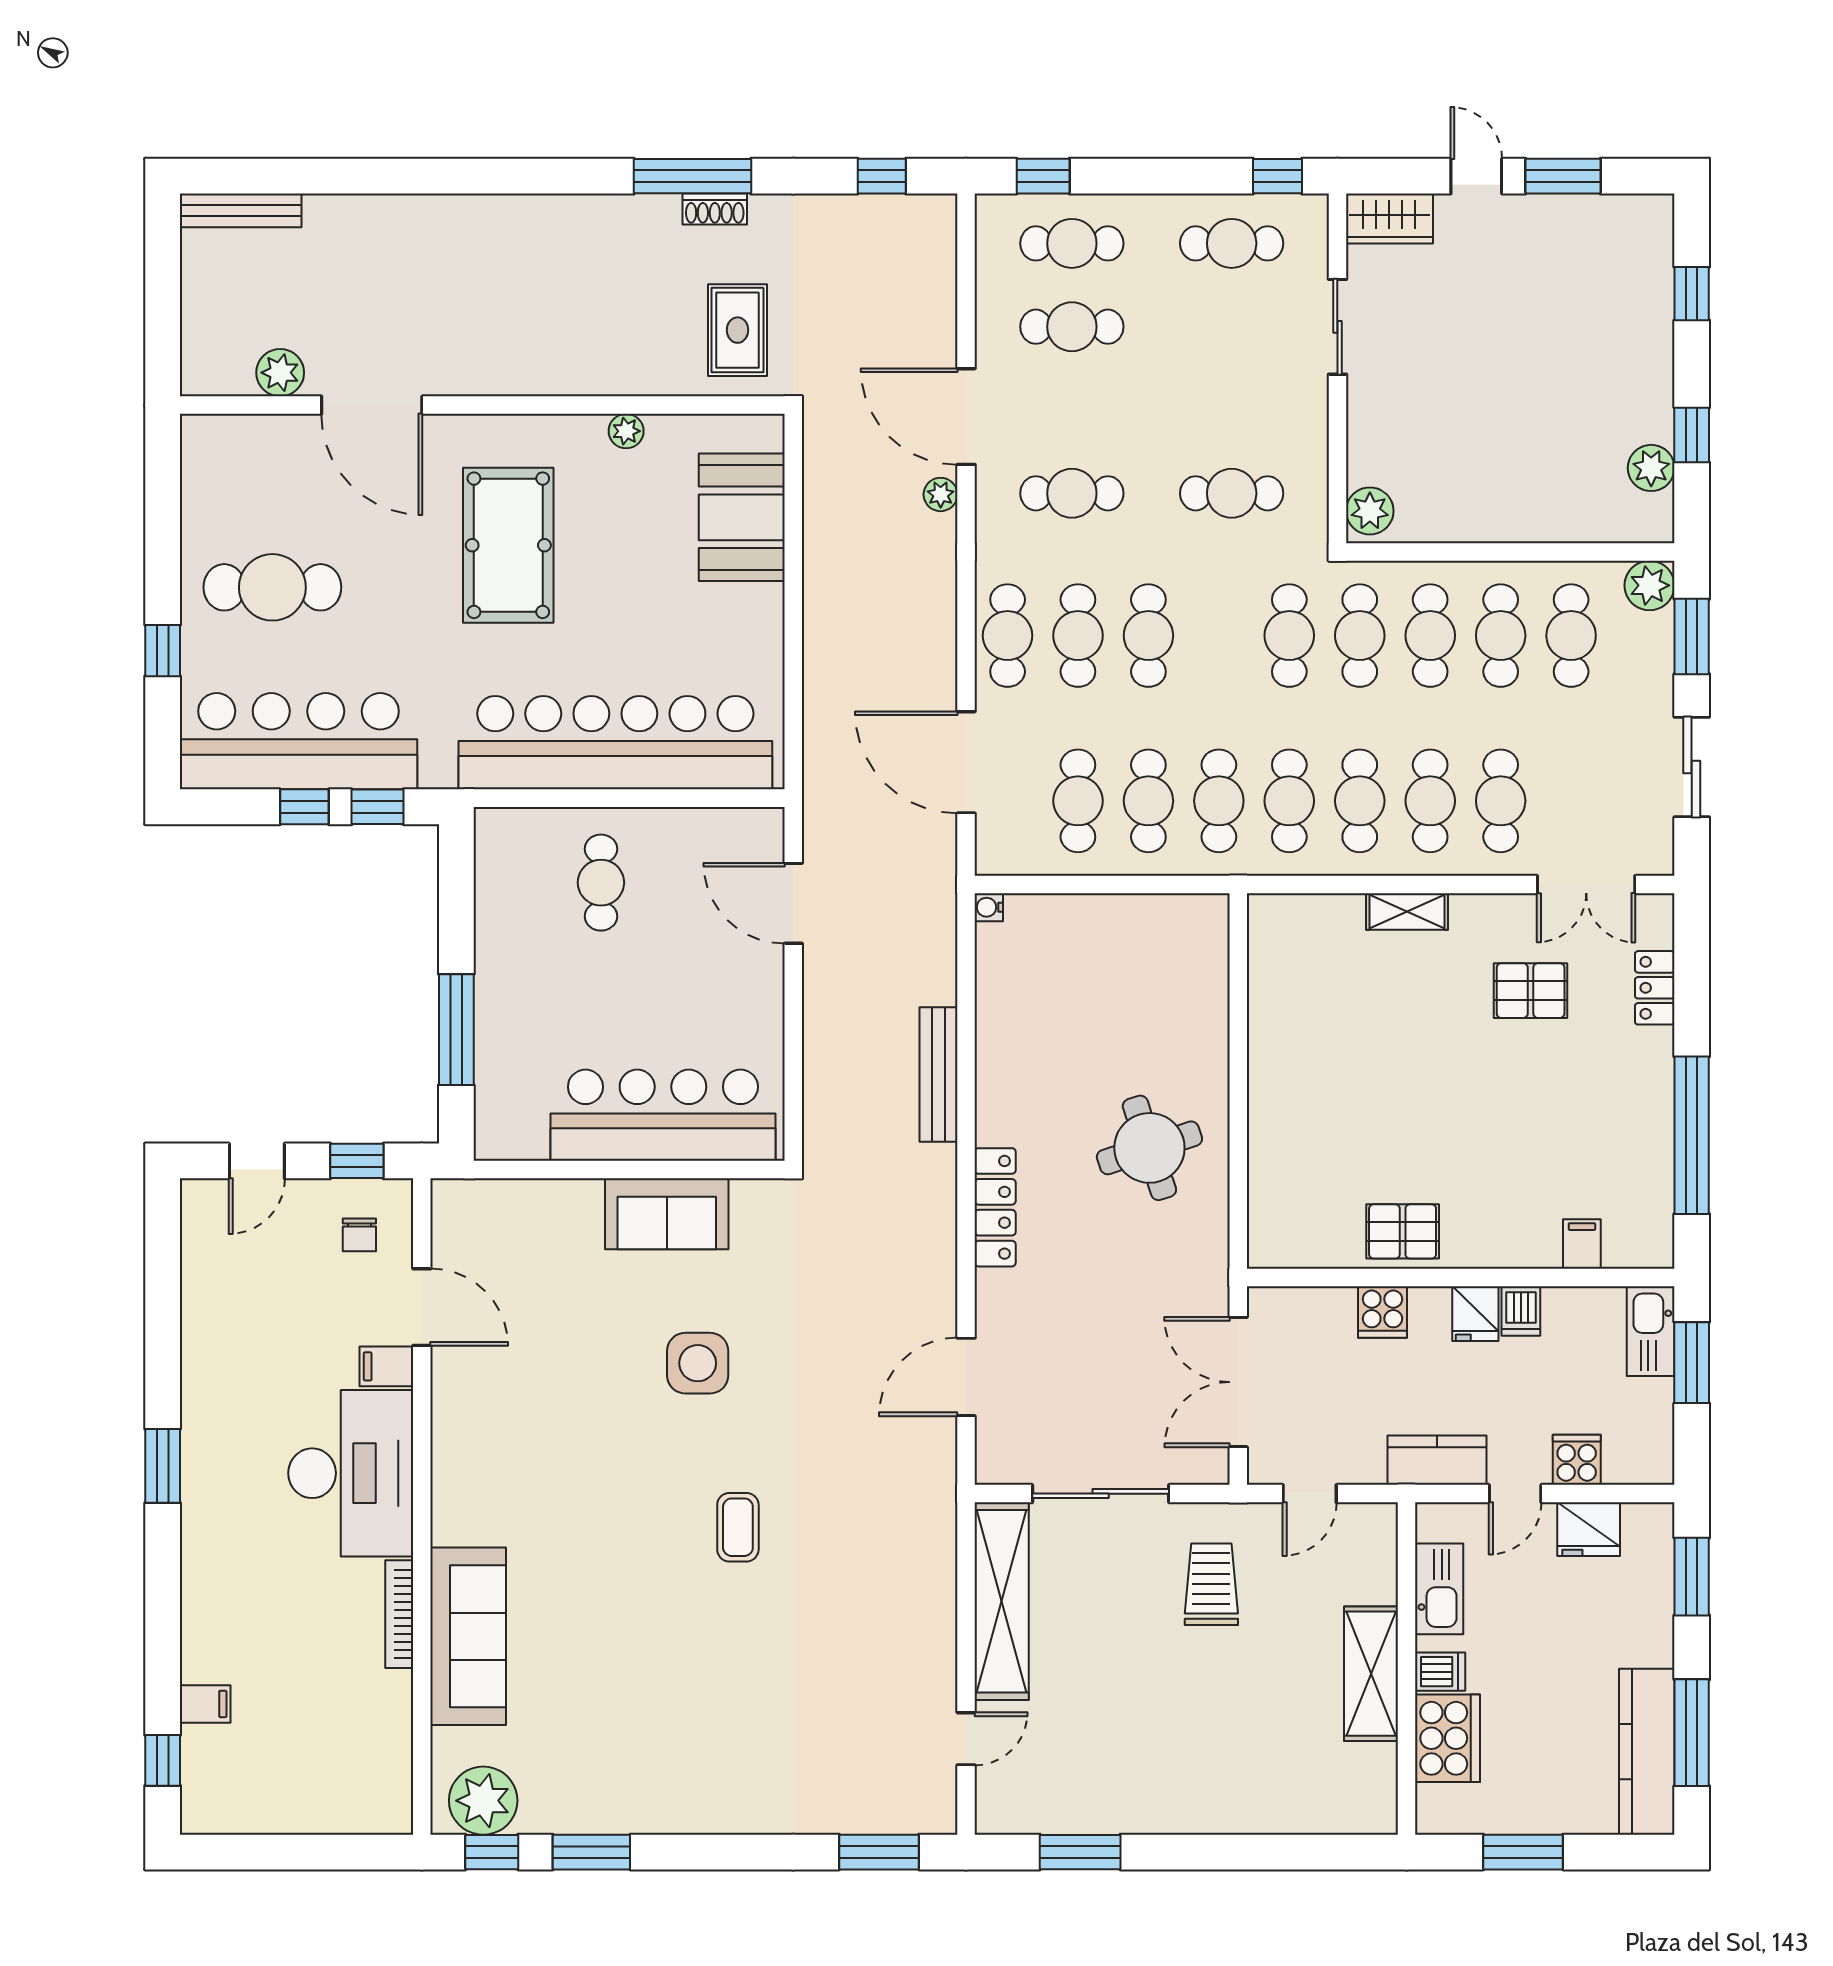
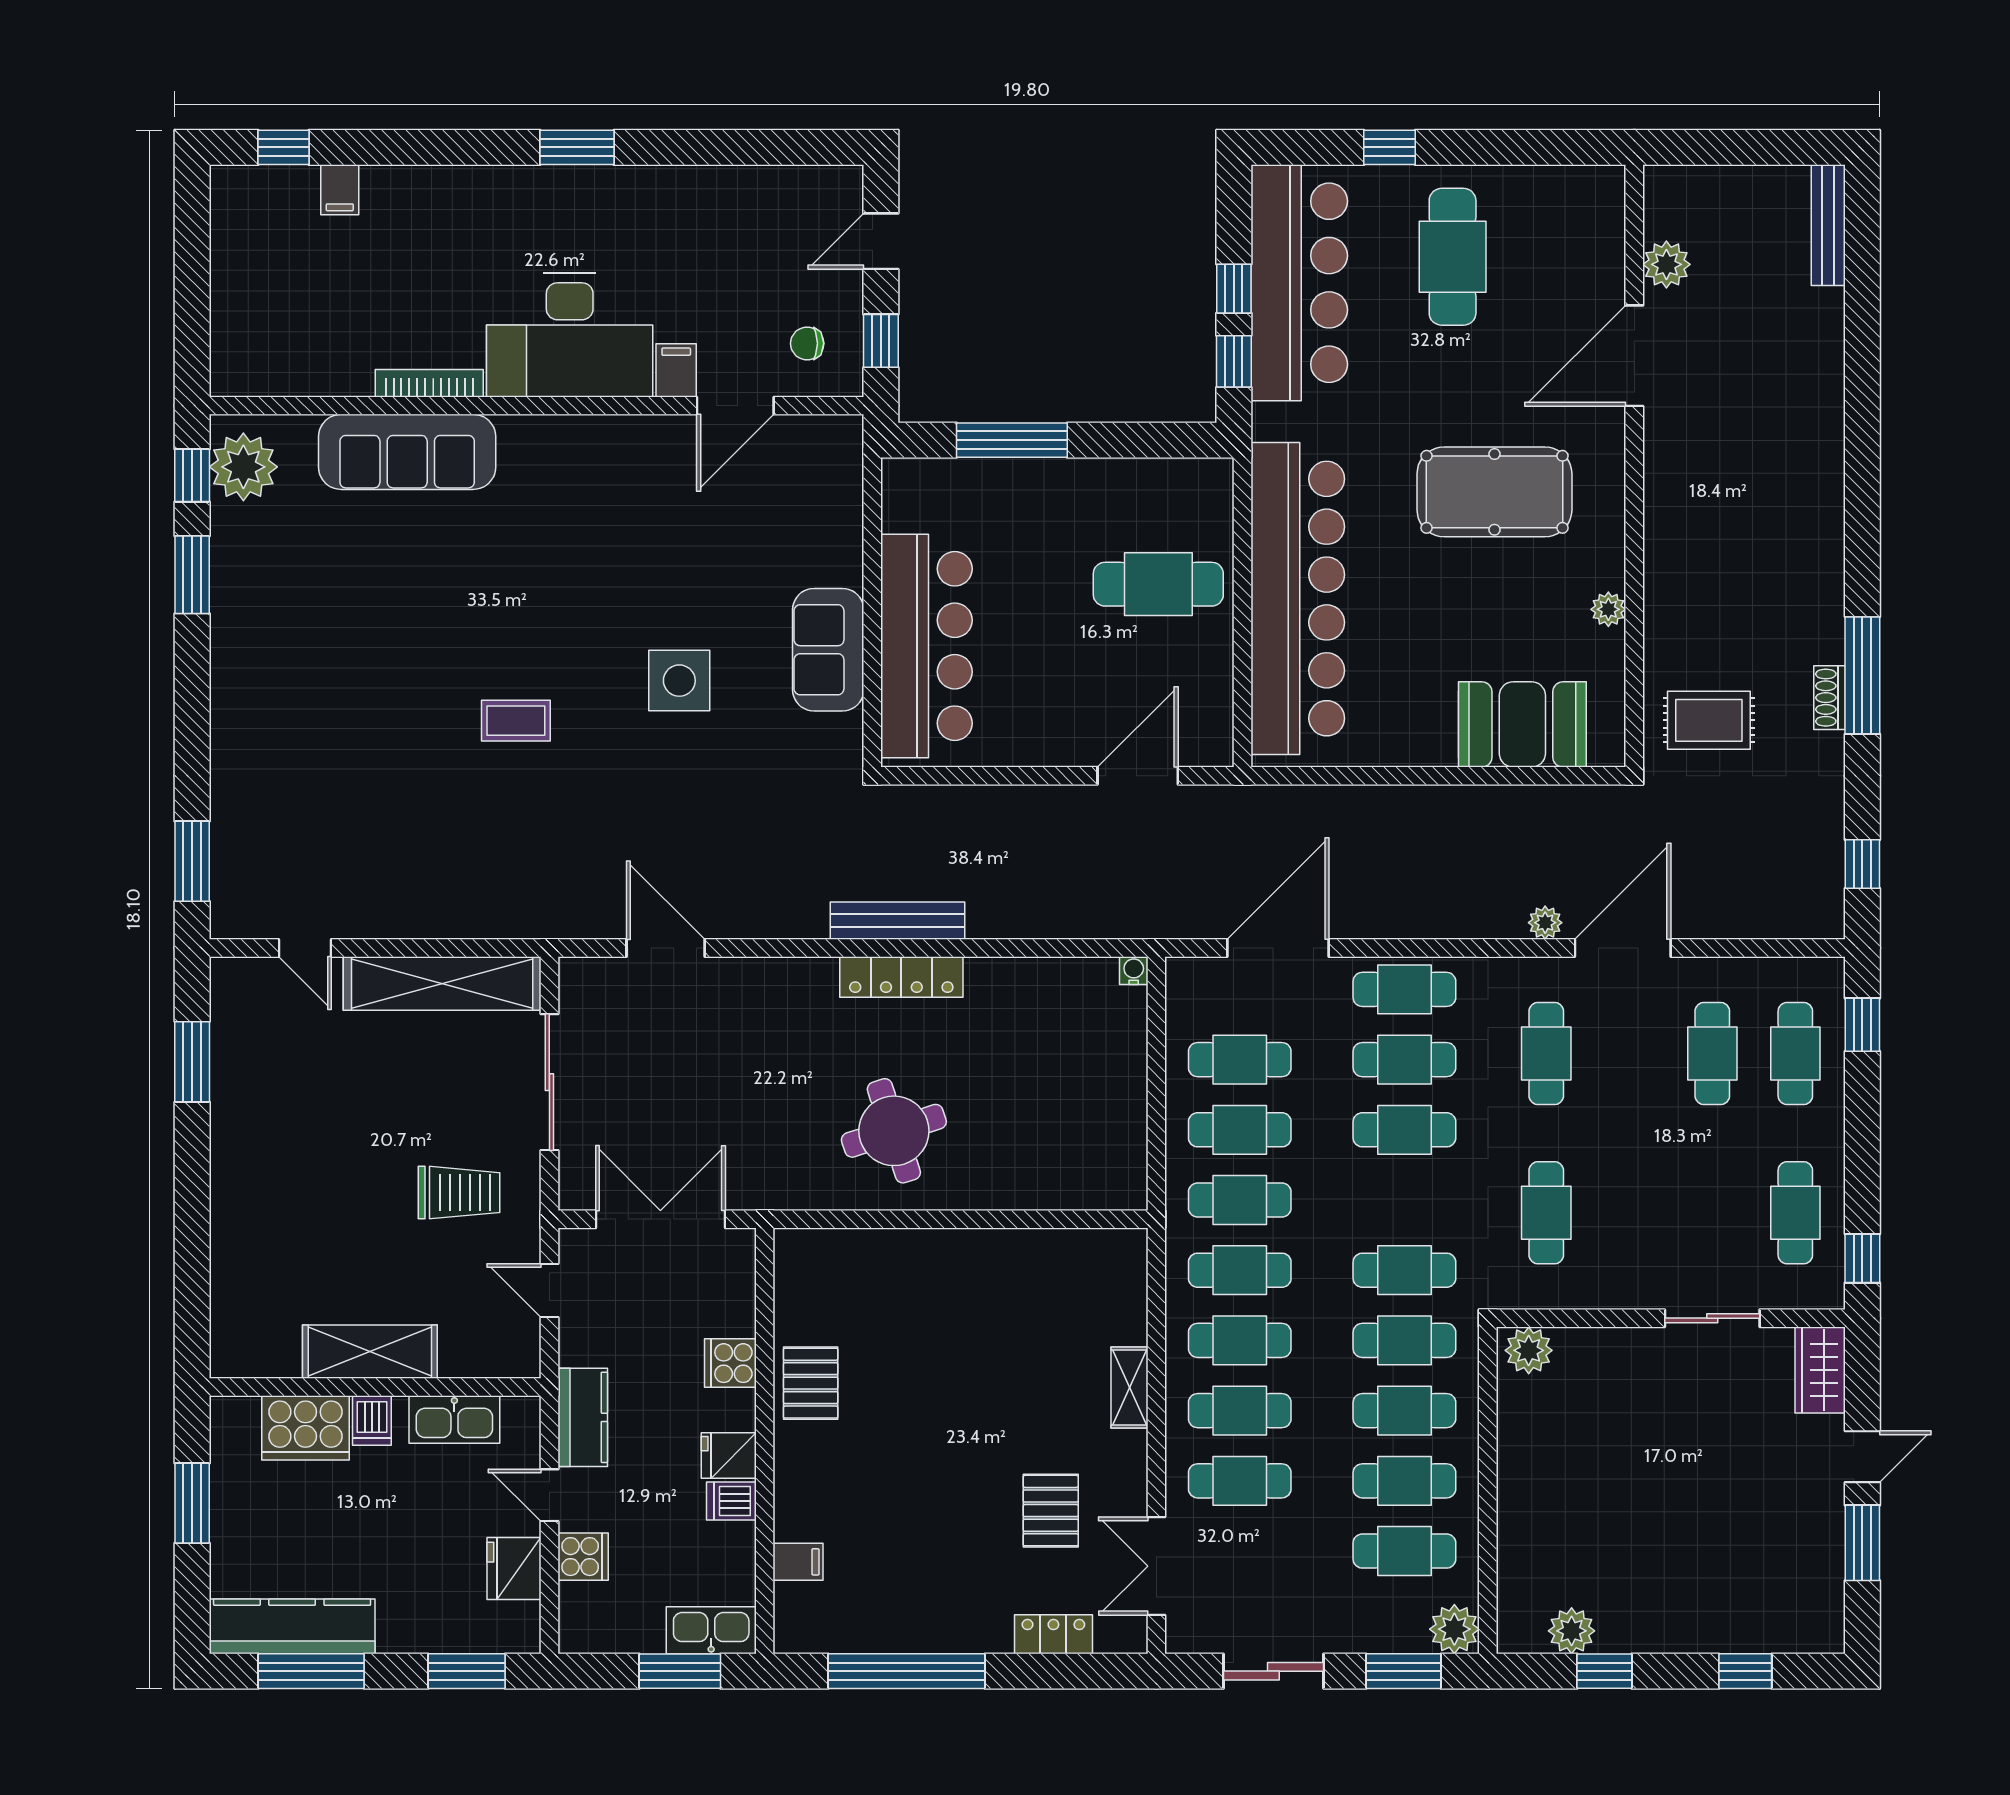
cafe table: (601, 883) -> (1158, 584), width x1.37, depth x1.35
bench: (939, 1075) -> (898, 921), moved
door: (257, 1161) -> (881, 241), hinge flipped
locker: (995, 1207) -> (901, 977), moved

